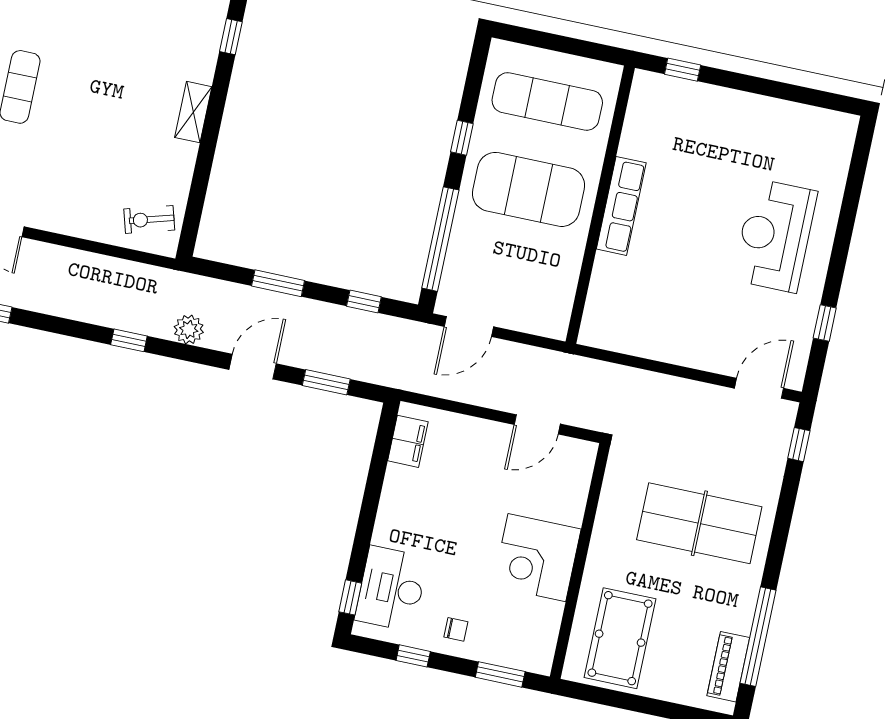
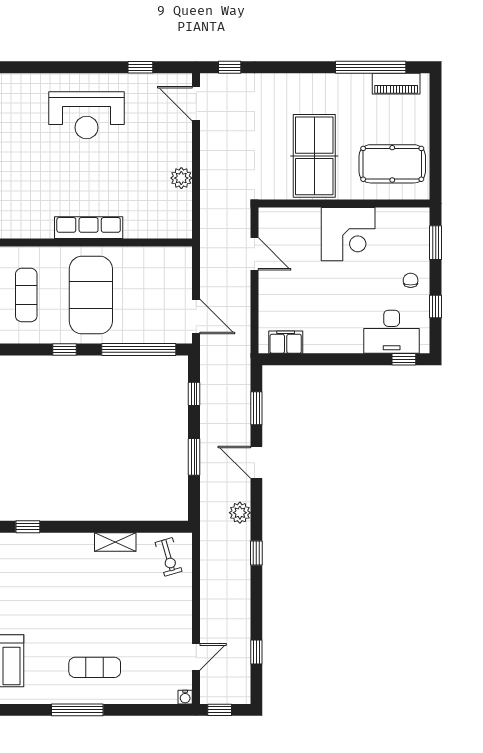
exercise mat: (547, 101) -> (26, 295), width x0.73, depth x0.69
shelving: (193, 112) -> (115, 542), moved
plant: (662, 347) -> (181, 178), added
table tennis table: (699, 523) -> (314, 156), moved

